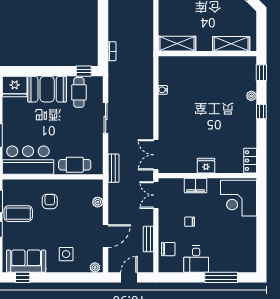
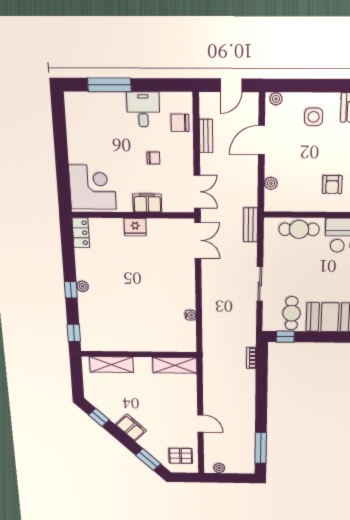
plant: (251, 96) -> (83, 286), moved

